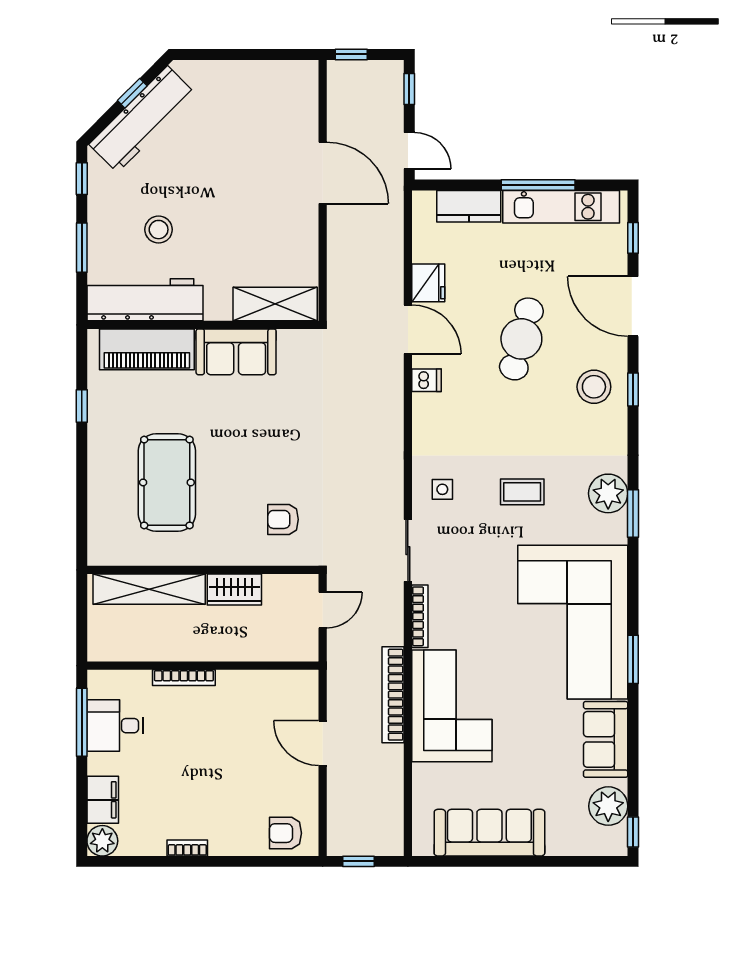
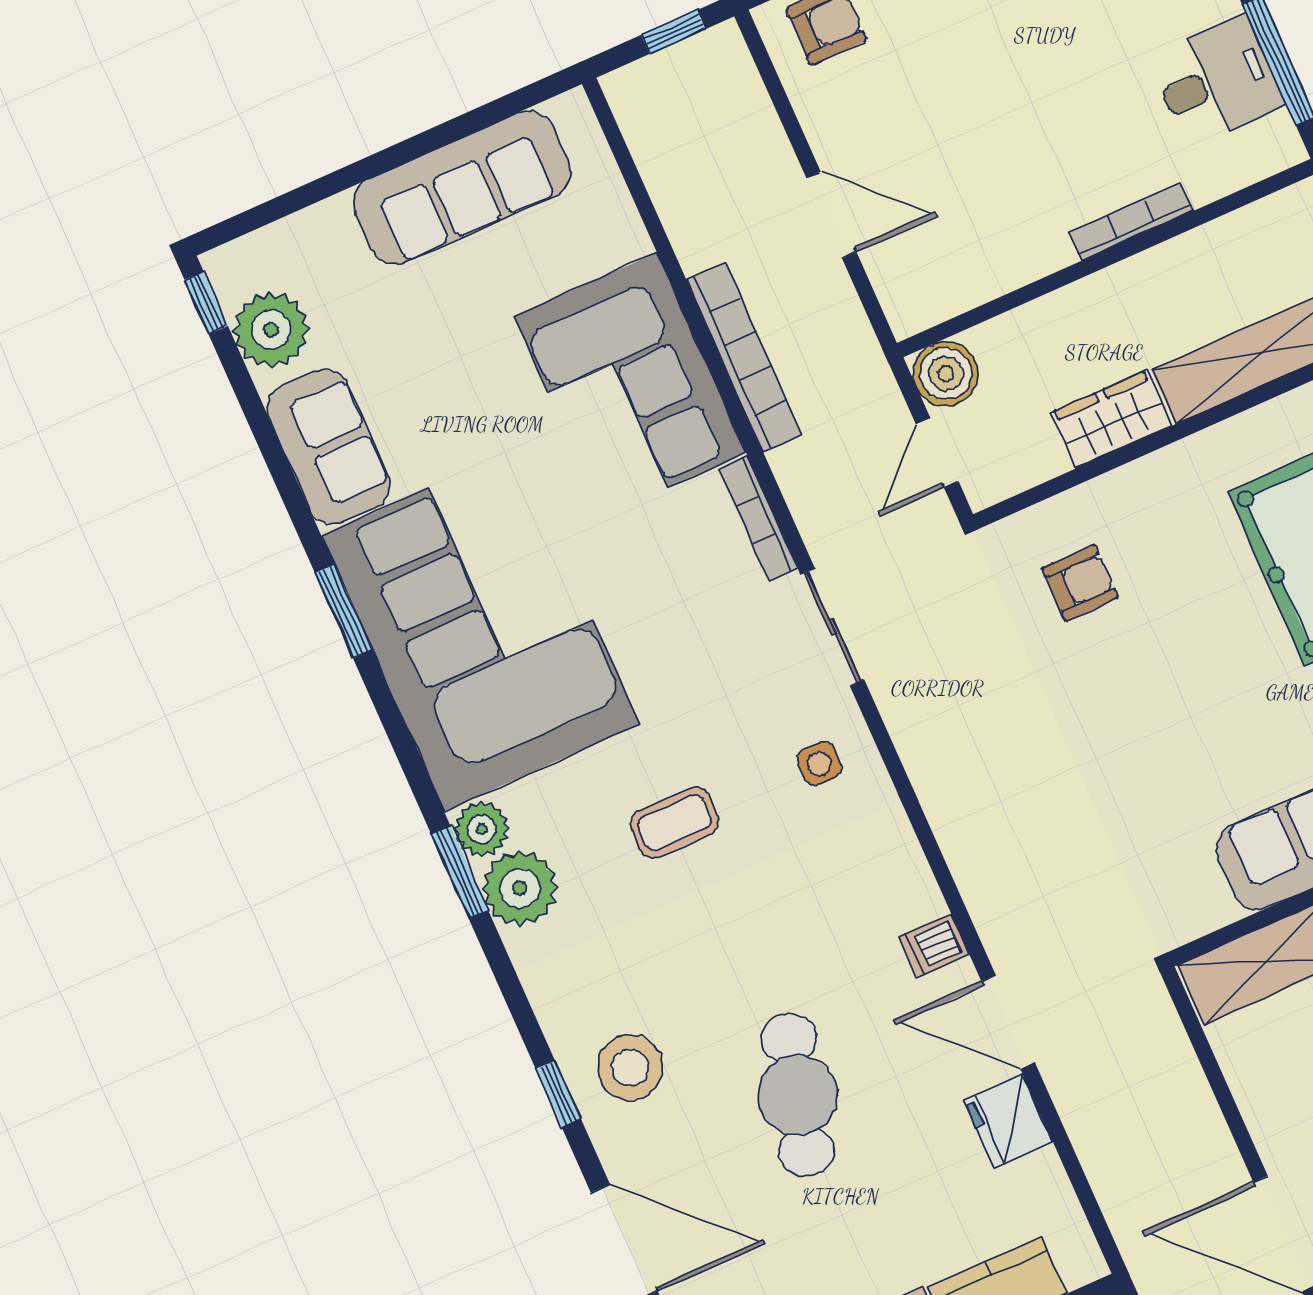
plant: (614, 529) -> (482, 829), added
boiler: (302, 645) -> (946, 374), added

